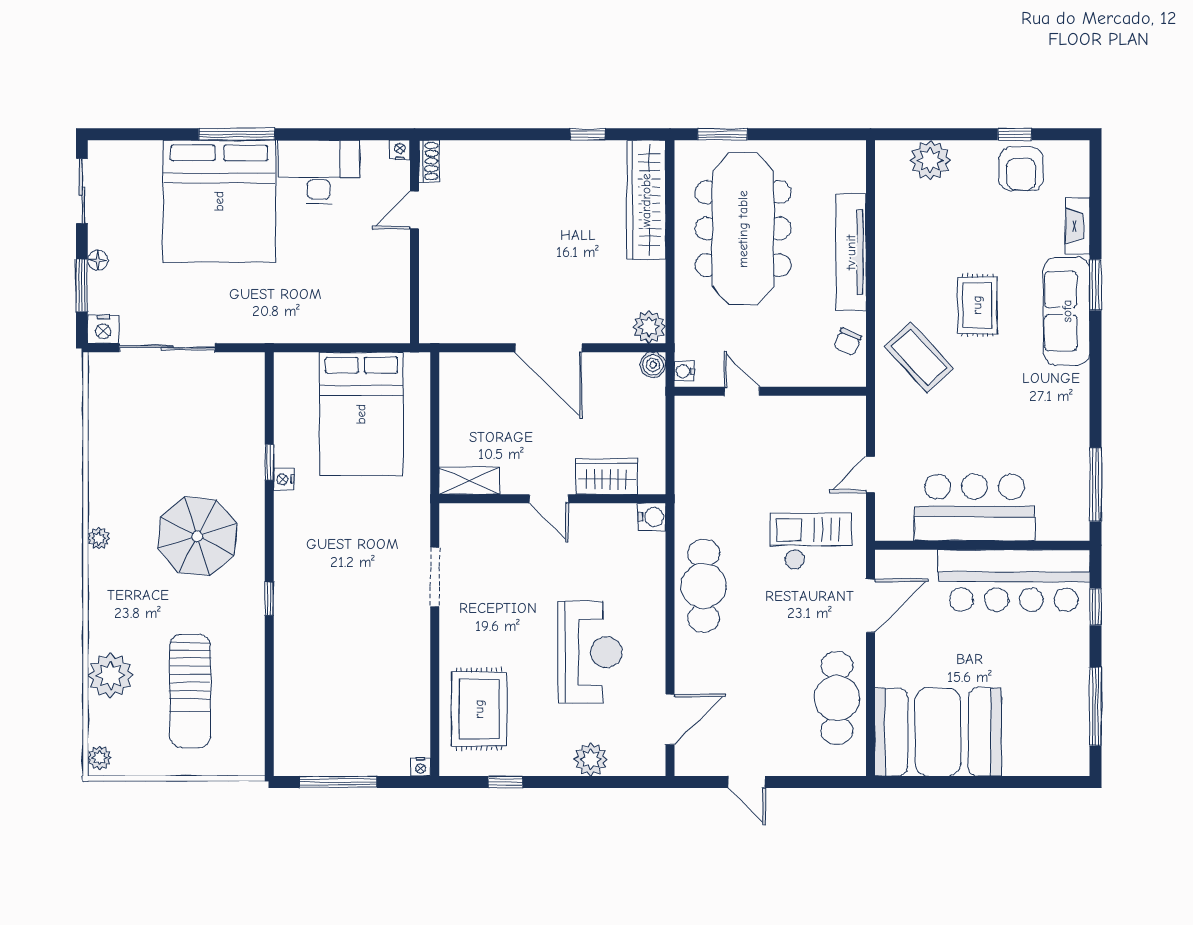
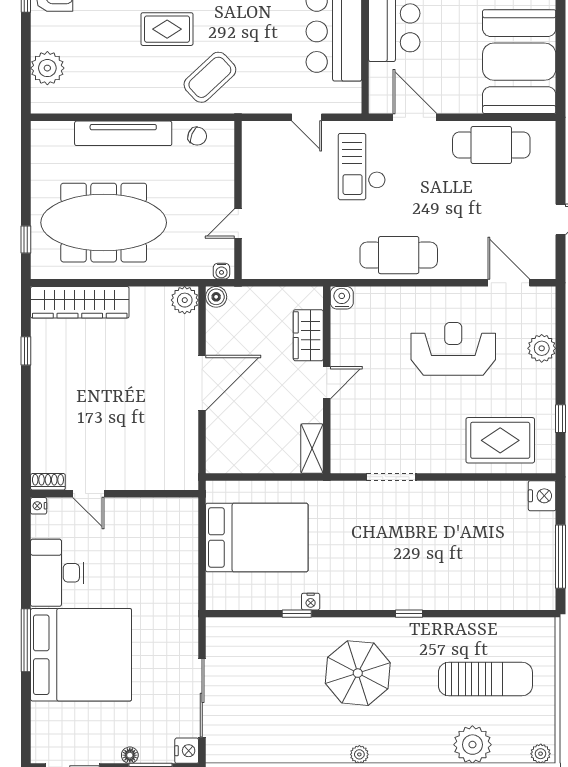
window: (722, 134) -> (26, 239), width x0.67
nightstand: (421, 767) -> (542, 496), width x1.89, depth x1.79

